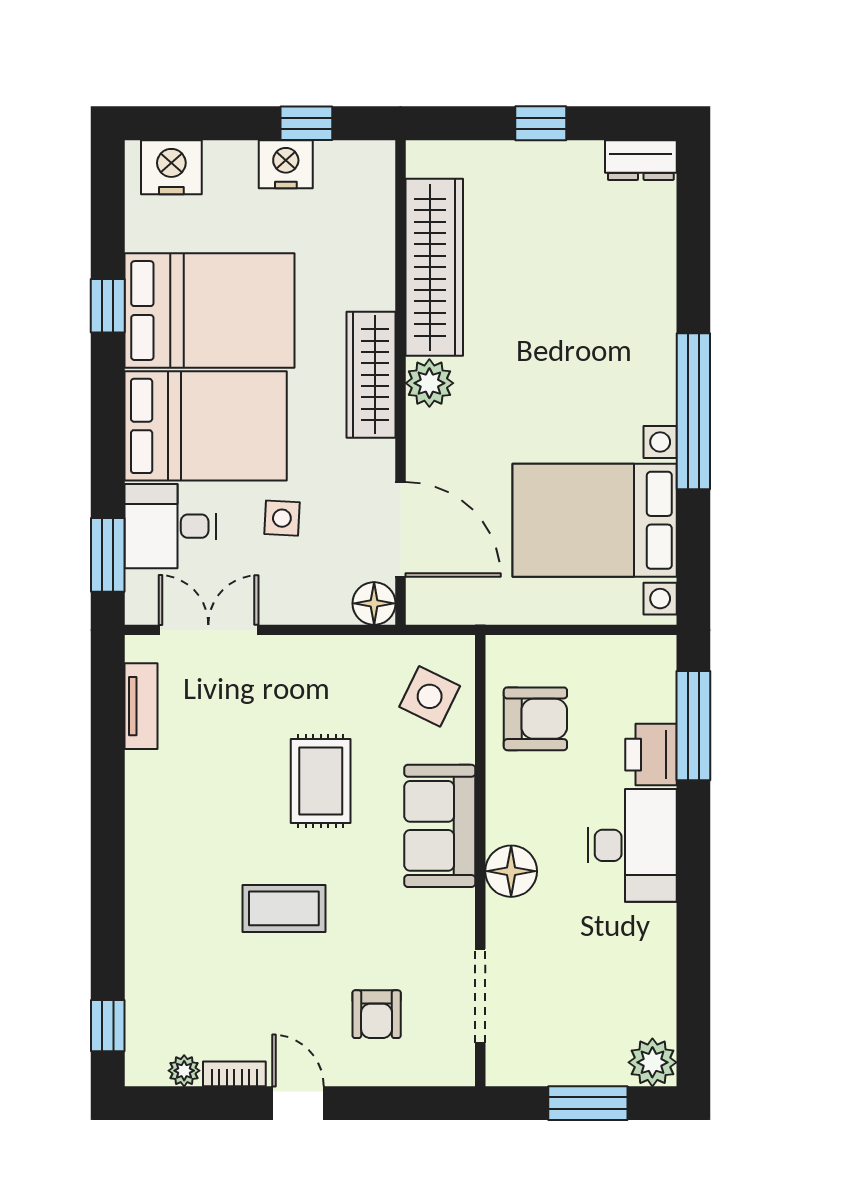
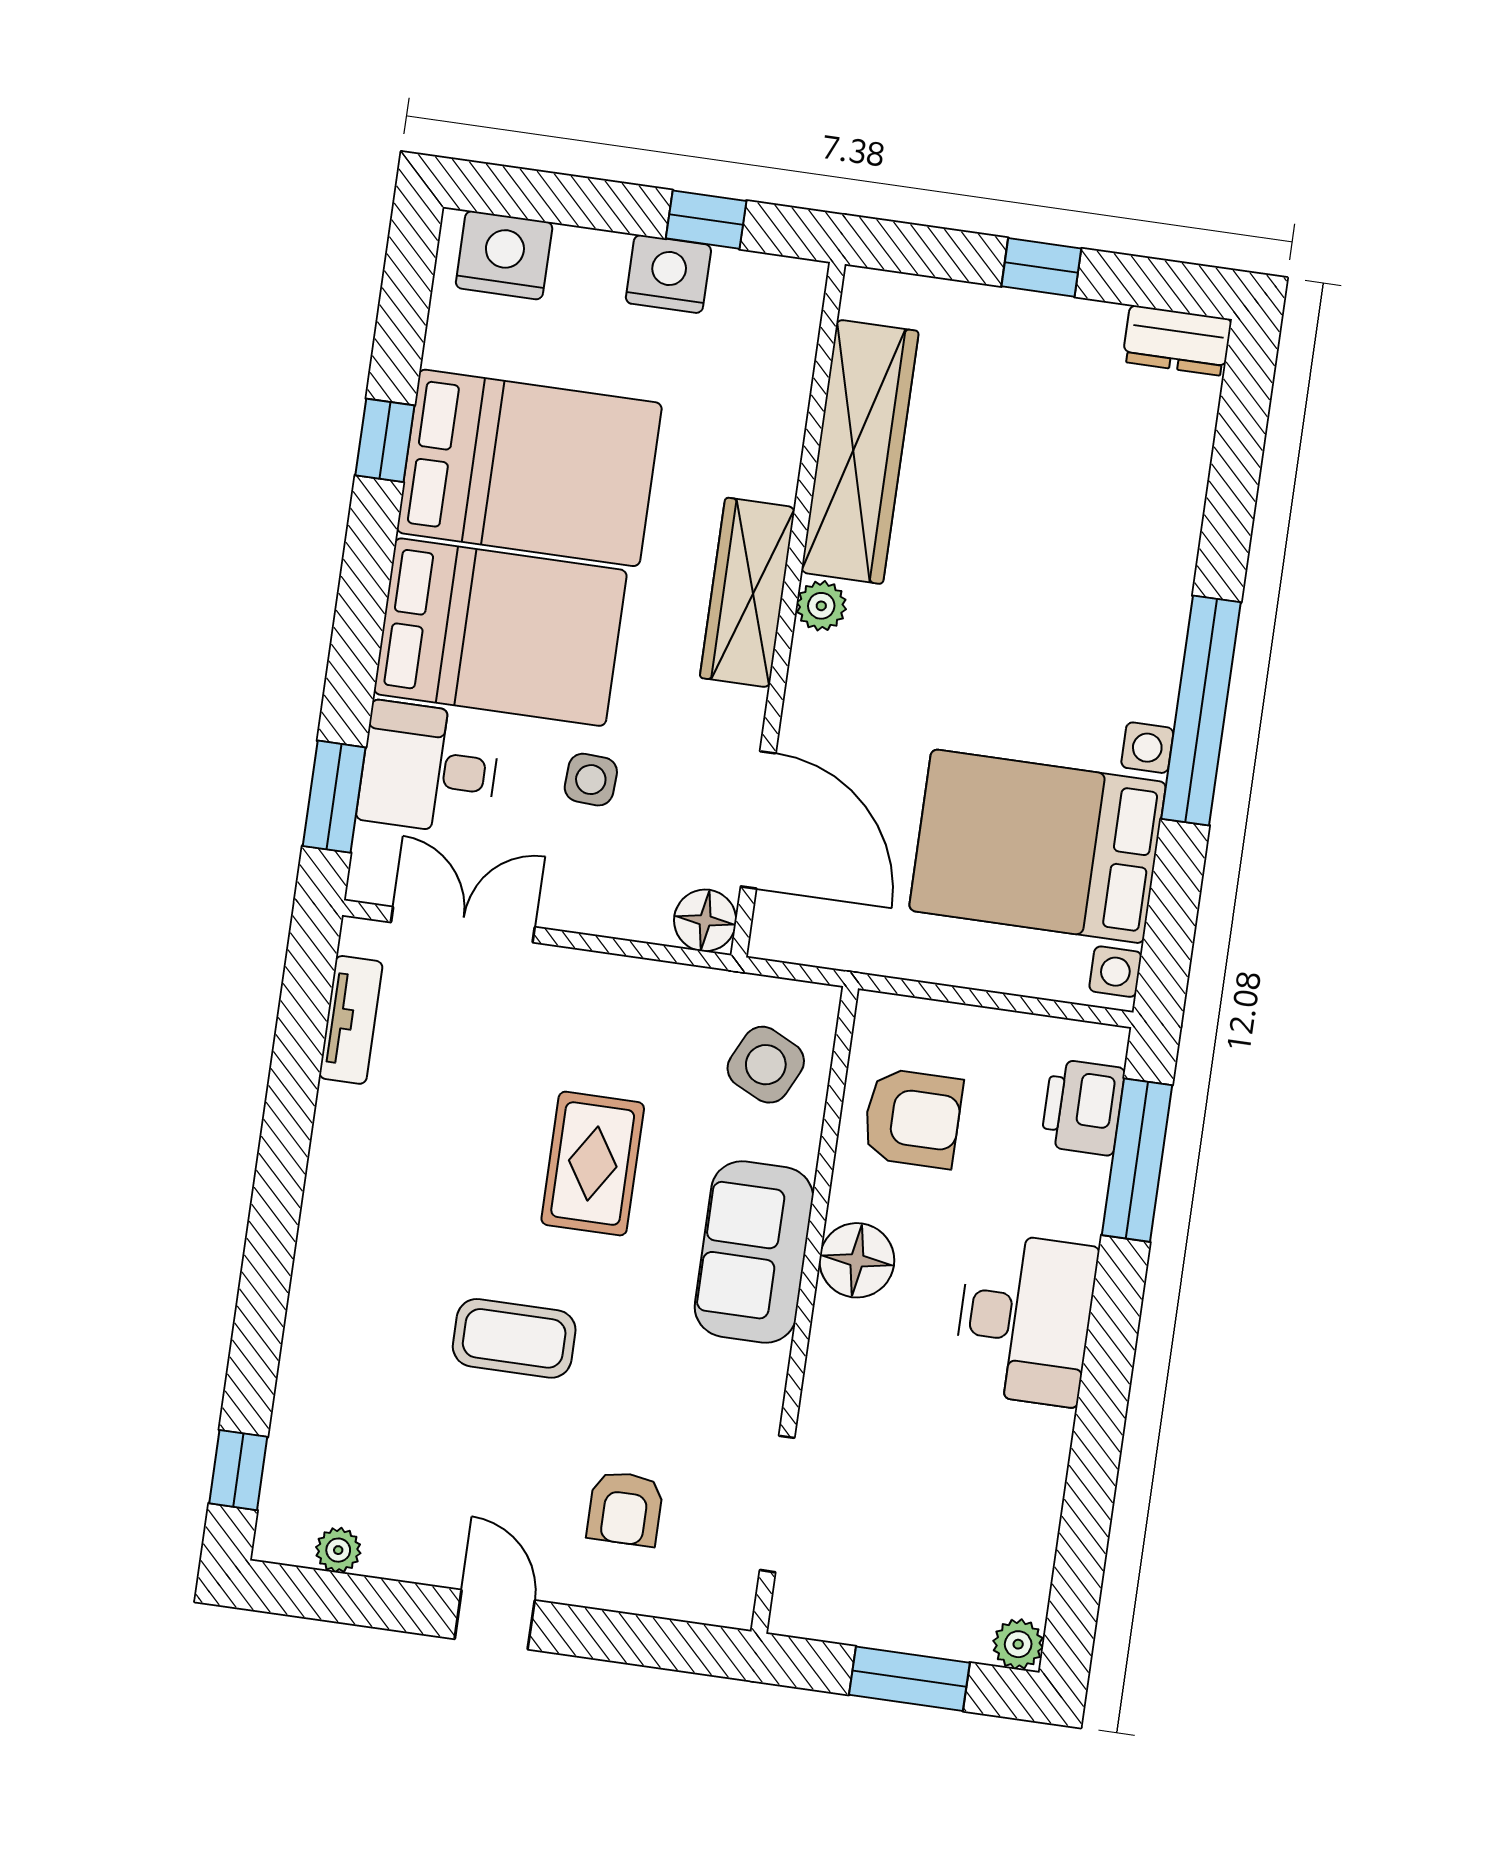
plant: (429, 383) -> (821, 606), width x0.73, depth x0.73
printer: (651, 755) -> (1083, 1107), moved
floor lamp: (511, 871) -> (857, 1260), moved
plant: (652, 1062) -> (1018, 1644), width x0.73, depth x0.73
bookcase: (234, 1074) -> (409, 1565), removed

